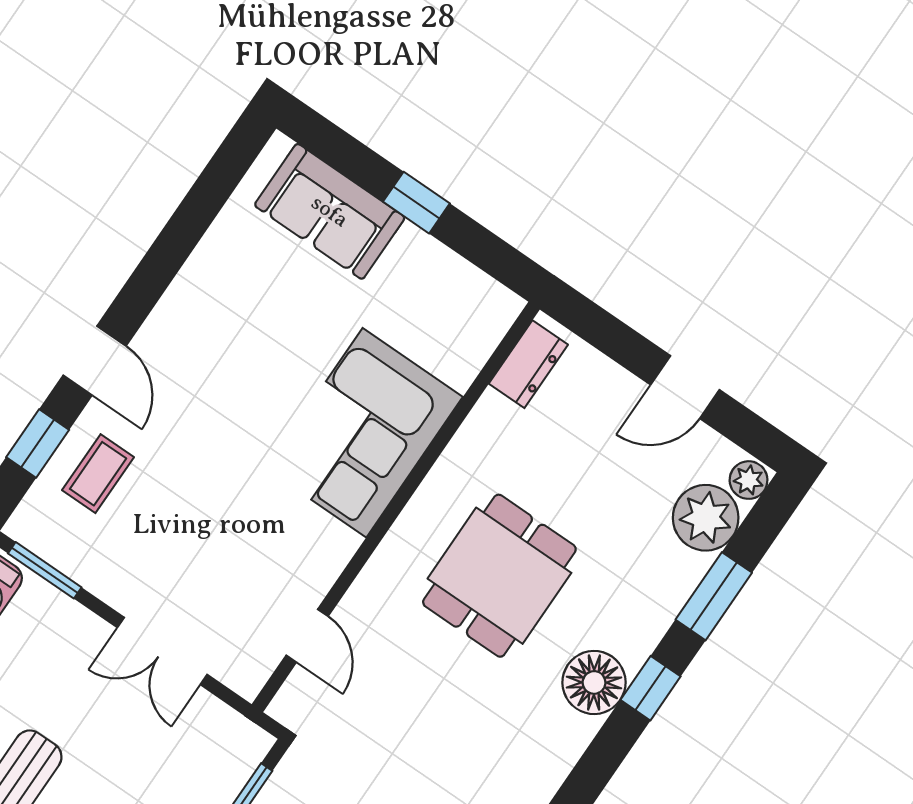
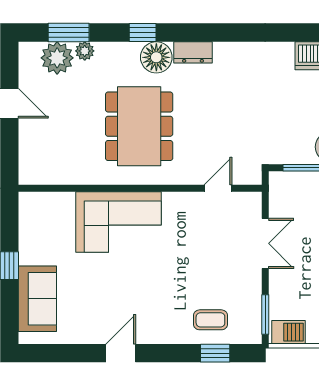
door: (95, 361) -> (121, 353), moved
dresser: (528, 364) -> (193, 52), moved, turned 180
plant: (749, 480) -> (85, 51), moved
dining table: (499, 576) -> (139, 126), width x1.38
window: (714, 596) -> (69, 32), moved

